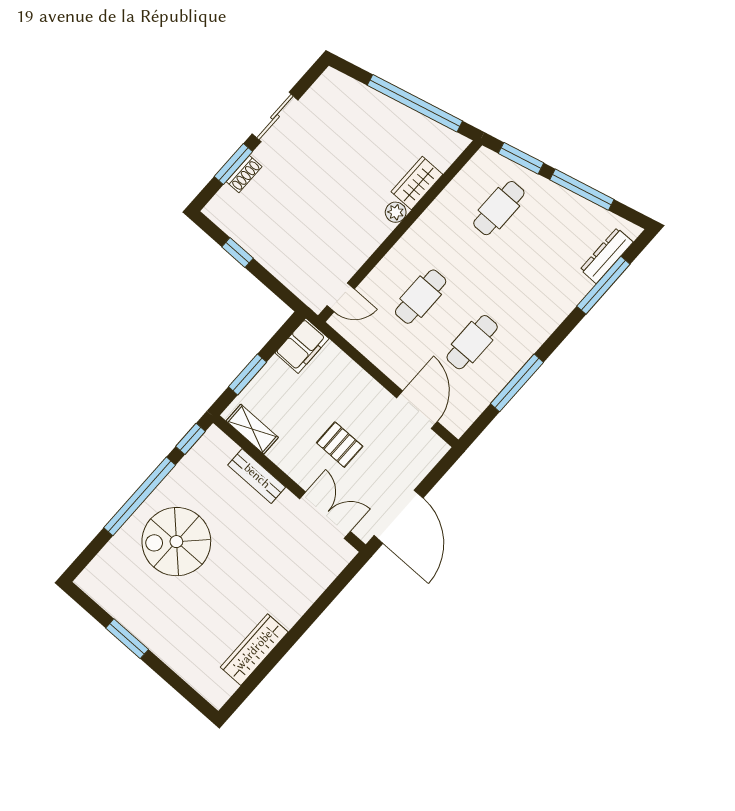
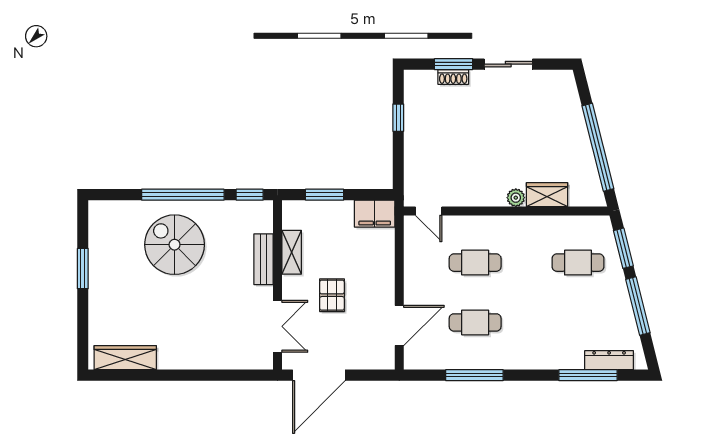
shelving: (252, 429) -> (292, 252), moved
wardrobe: (254, 650) -> (125, 358), moved

